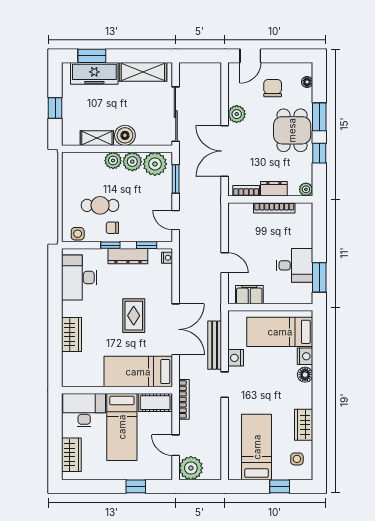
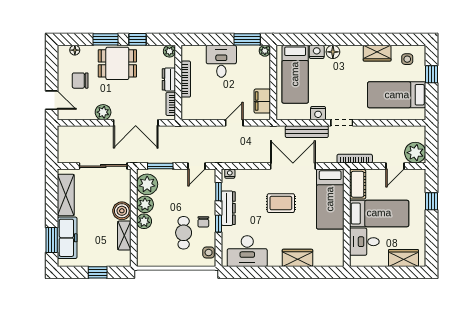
desk: (294, 265) -> (221, 61), moved
plant: (306, 297) -> (265, 51), added
desk: (84, 410) -> (364, 242), width x0.73

